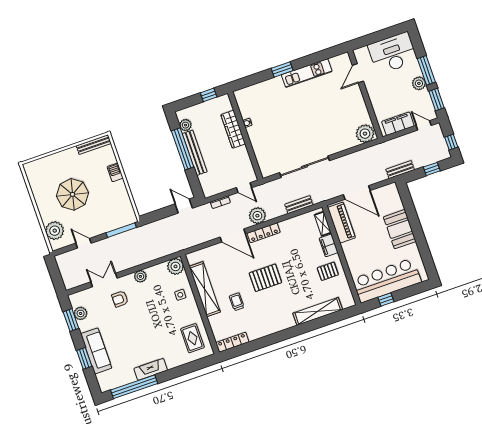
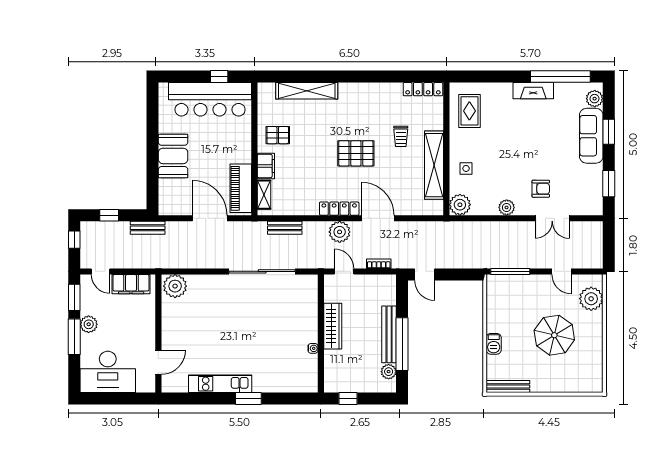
wardrobe: (233, 129) -> (333, 326), moved
plant: (81, 313) -> (595, 99), moved

